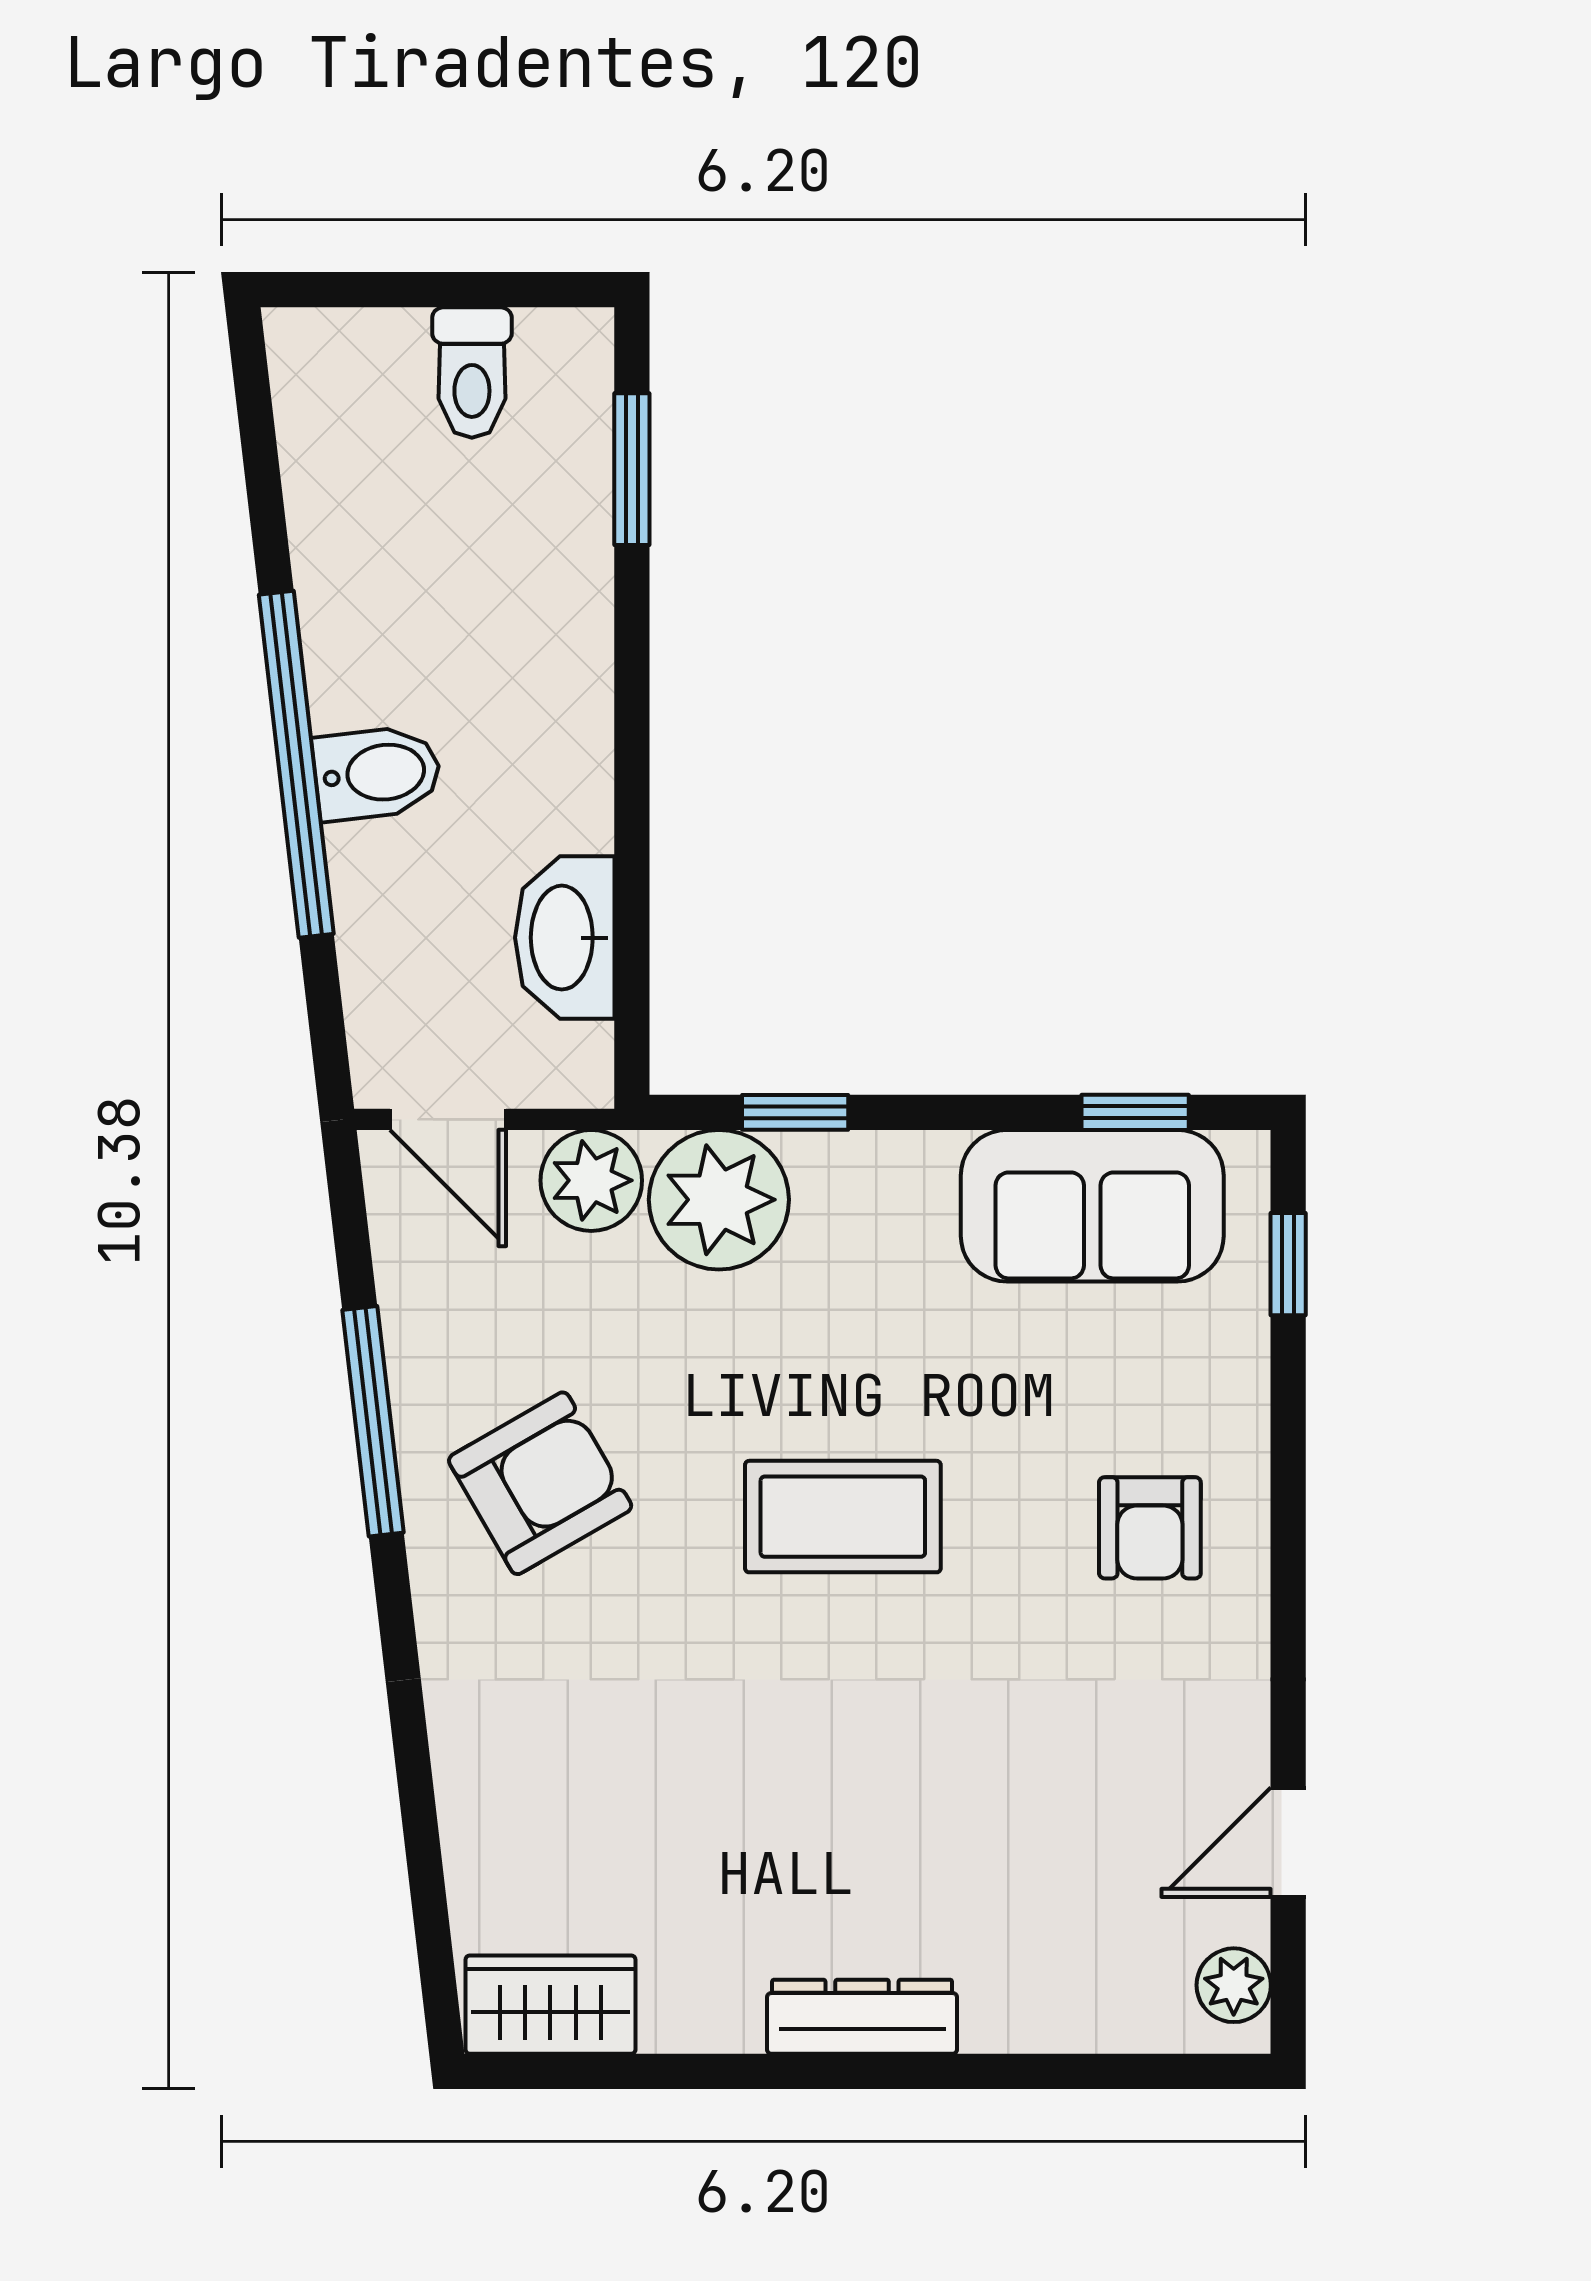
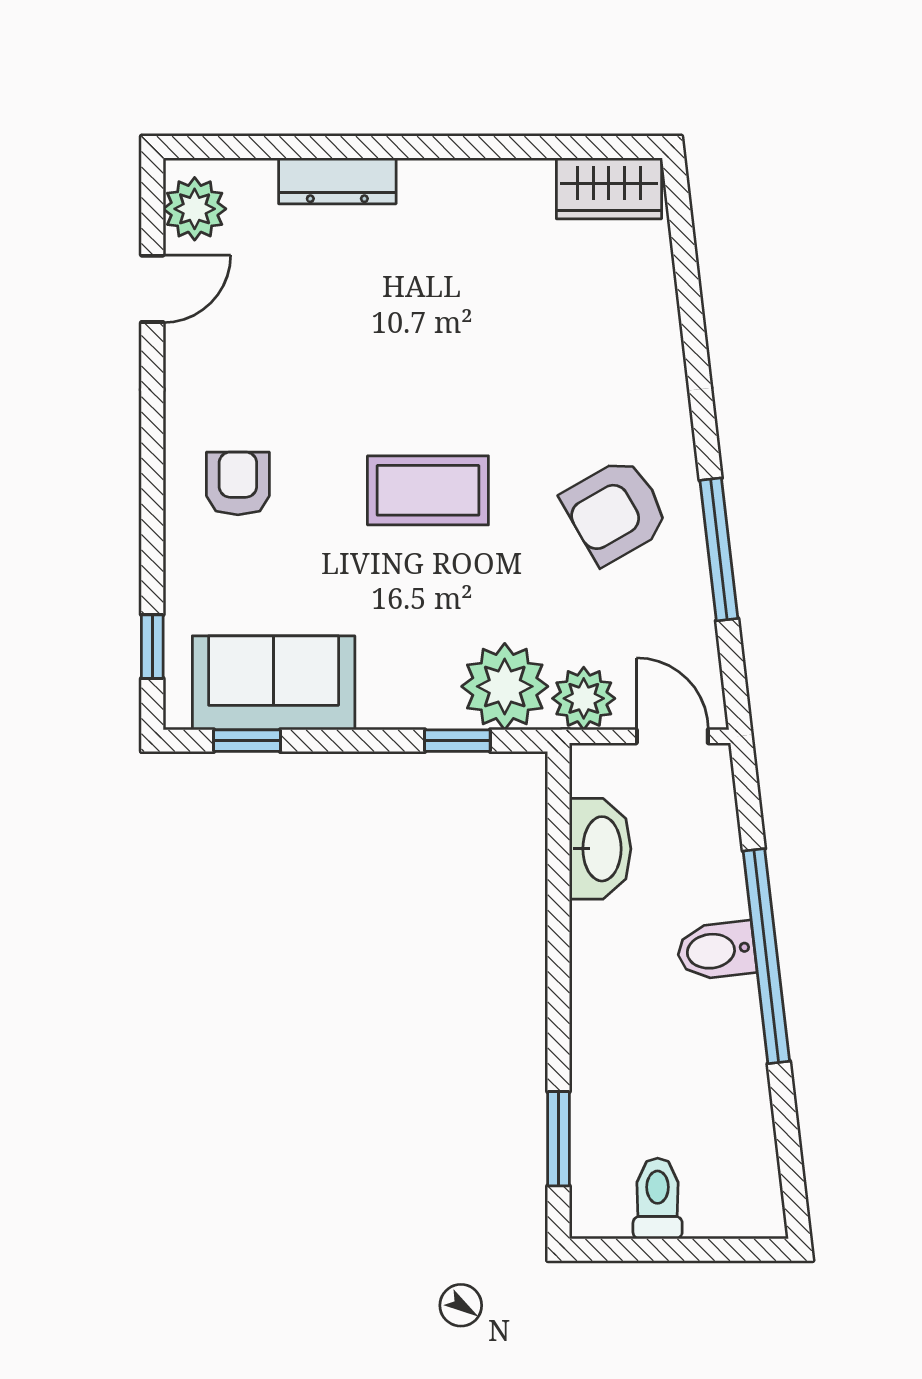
plant: (1234, 1985) -> (195, 209), width x1.38, depth x1.38
dresser: (862, 2017) -> (337, 181), moved

